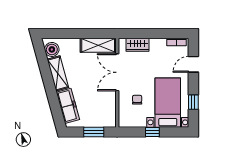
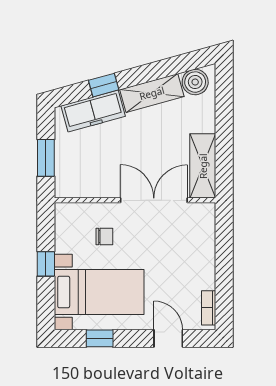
wardrobe: (138, 45) -> (204, 237), removed
window: (53, 100) -> (104, 85), added

